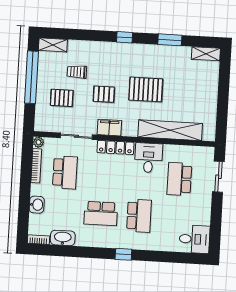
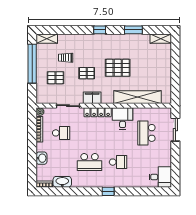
school desk: (65, 172) -> (61, 133), width x0.54
school desk: (139, 216) -> (118, 162), width x0.54

